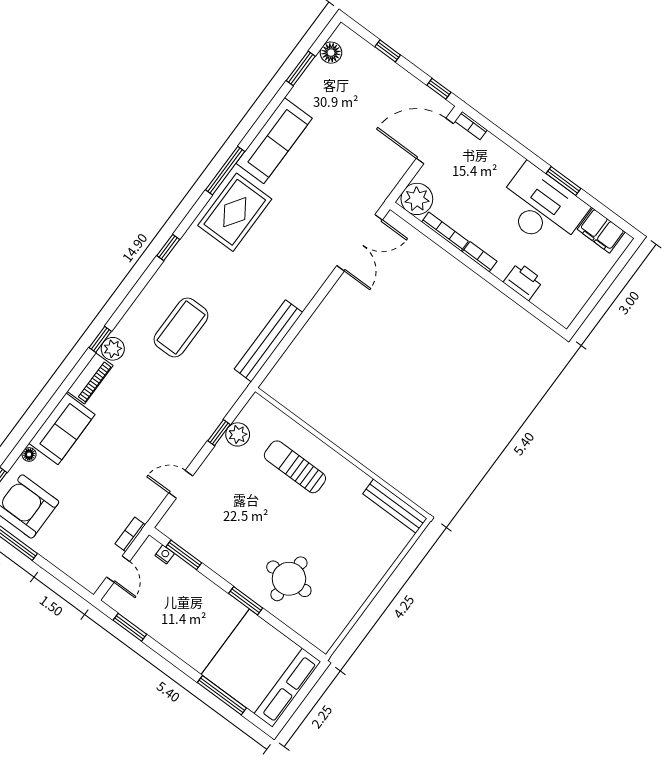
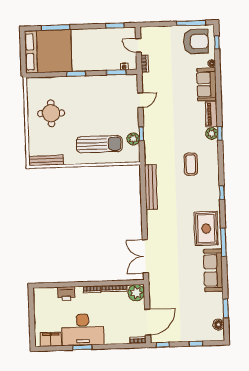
coffee table: (181, 327) -> (191, 164), width x0.73, depth x0.76
sun lounger: (295, 467) -> (99, 144), width x1.36, depth x1.34
round table: (289, 579) -> (51, 113), moved

